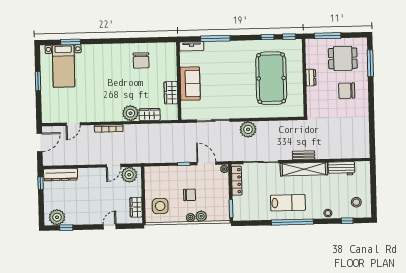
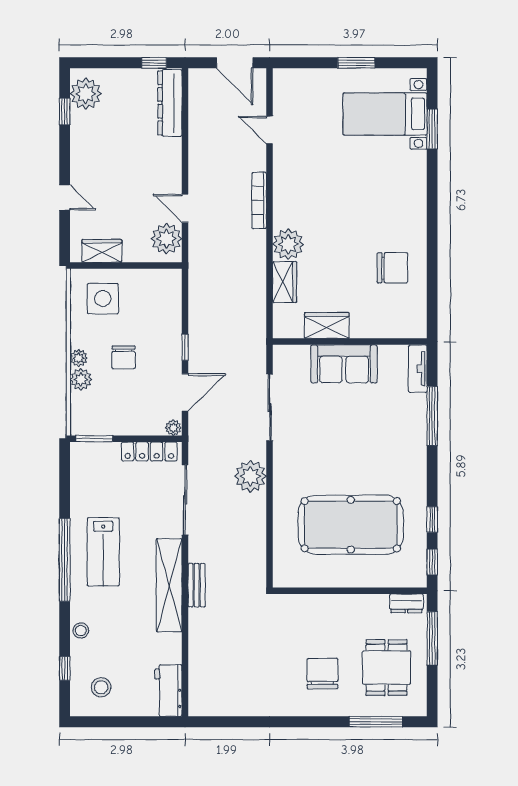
chair: (141, 60) -> (392, 268), turned 180
dresser: (311, 78) -> (406, 603), moved
workbench: (341, 168) -> (168, 691), moved

